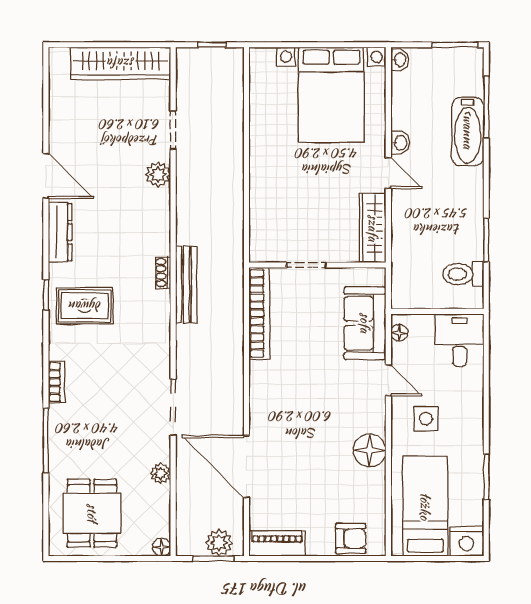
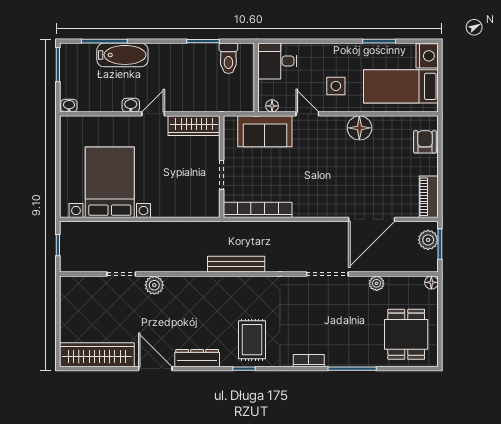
wardrobe: (121, 63) -> (97, 355), moved, turned -90
bed with nightstands: (331, 95) -> (110, 182), moved, turned -90
door: (46, 176) -> (155, 369), hinge flipped
shoe rack: (163, 273) -> (227, 282), removed
door: (388, 380) -> (307, 114), hinge flipped
dining table: (92, 513) -> (406, 334), turned 90

